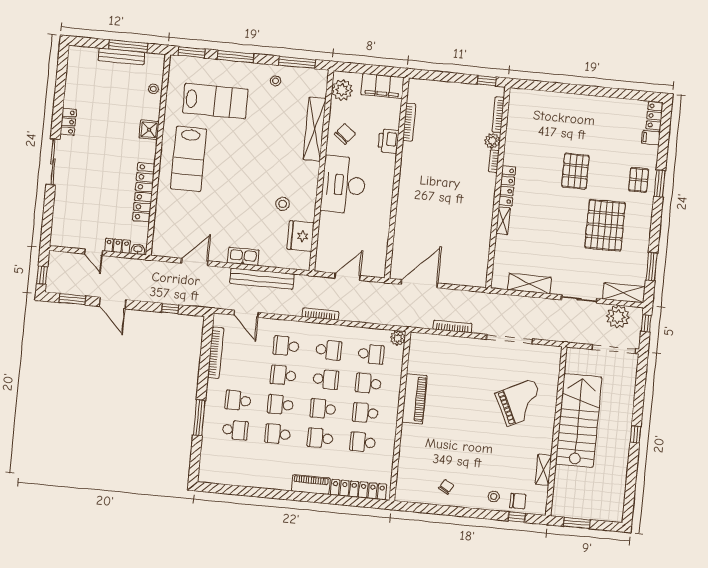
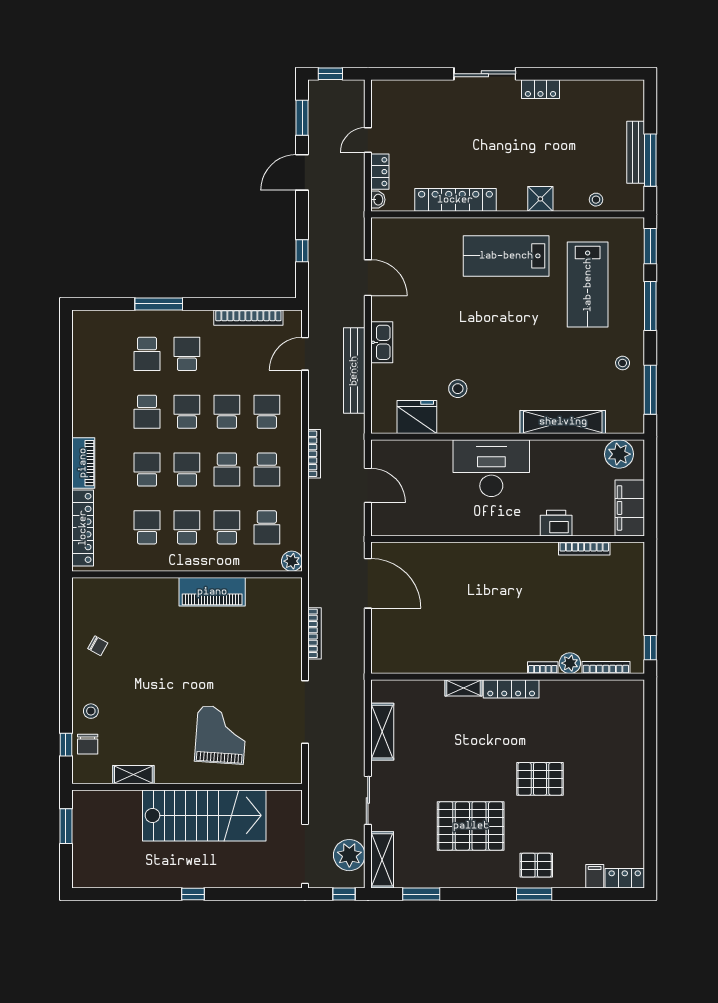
chair: (345, 134) -> (560, 464), removed
grand piano: (520, 403) -> (221, 735), turned -150
school desk: (278, 434) -> (147, 412), turned 180

